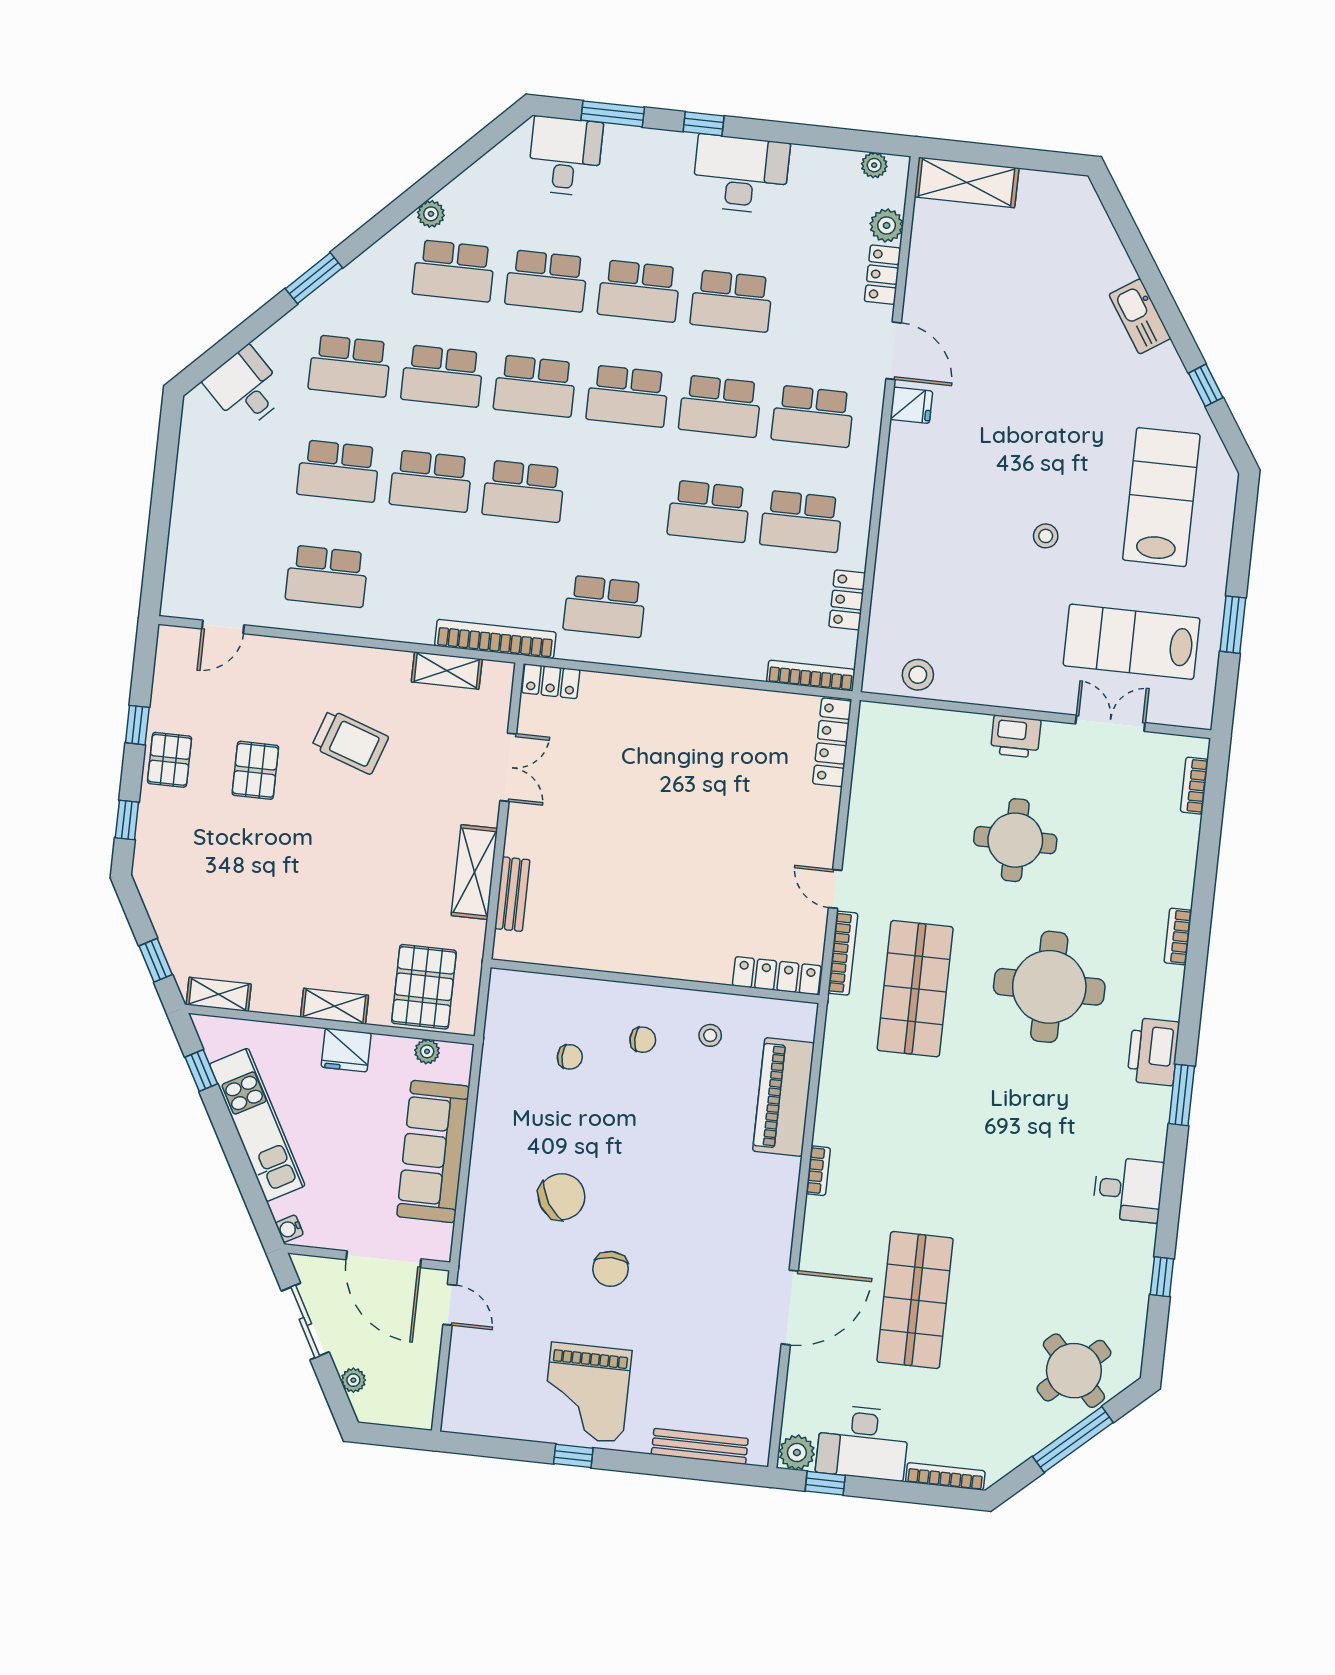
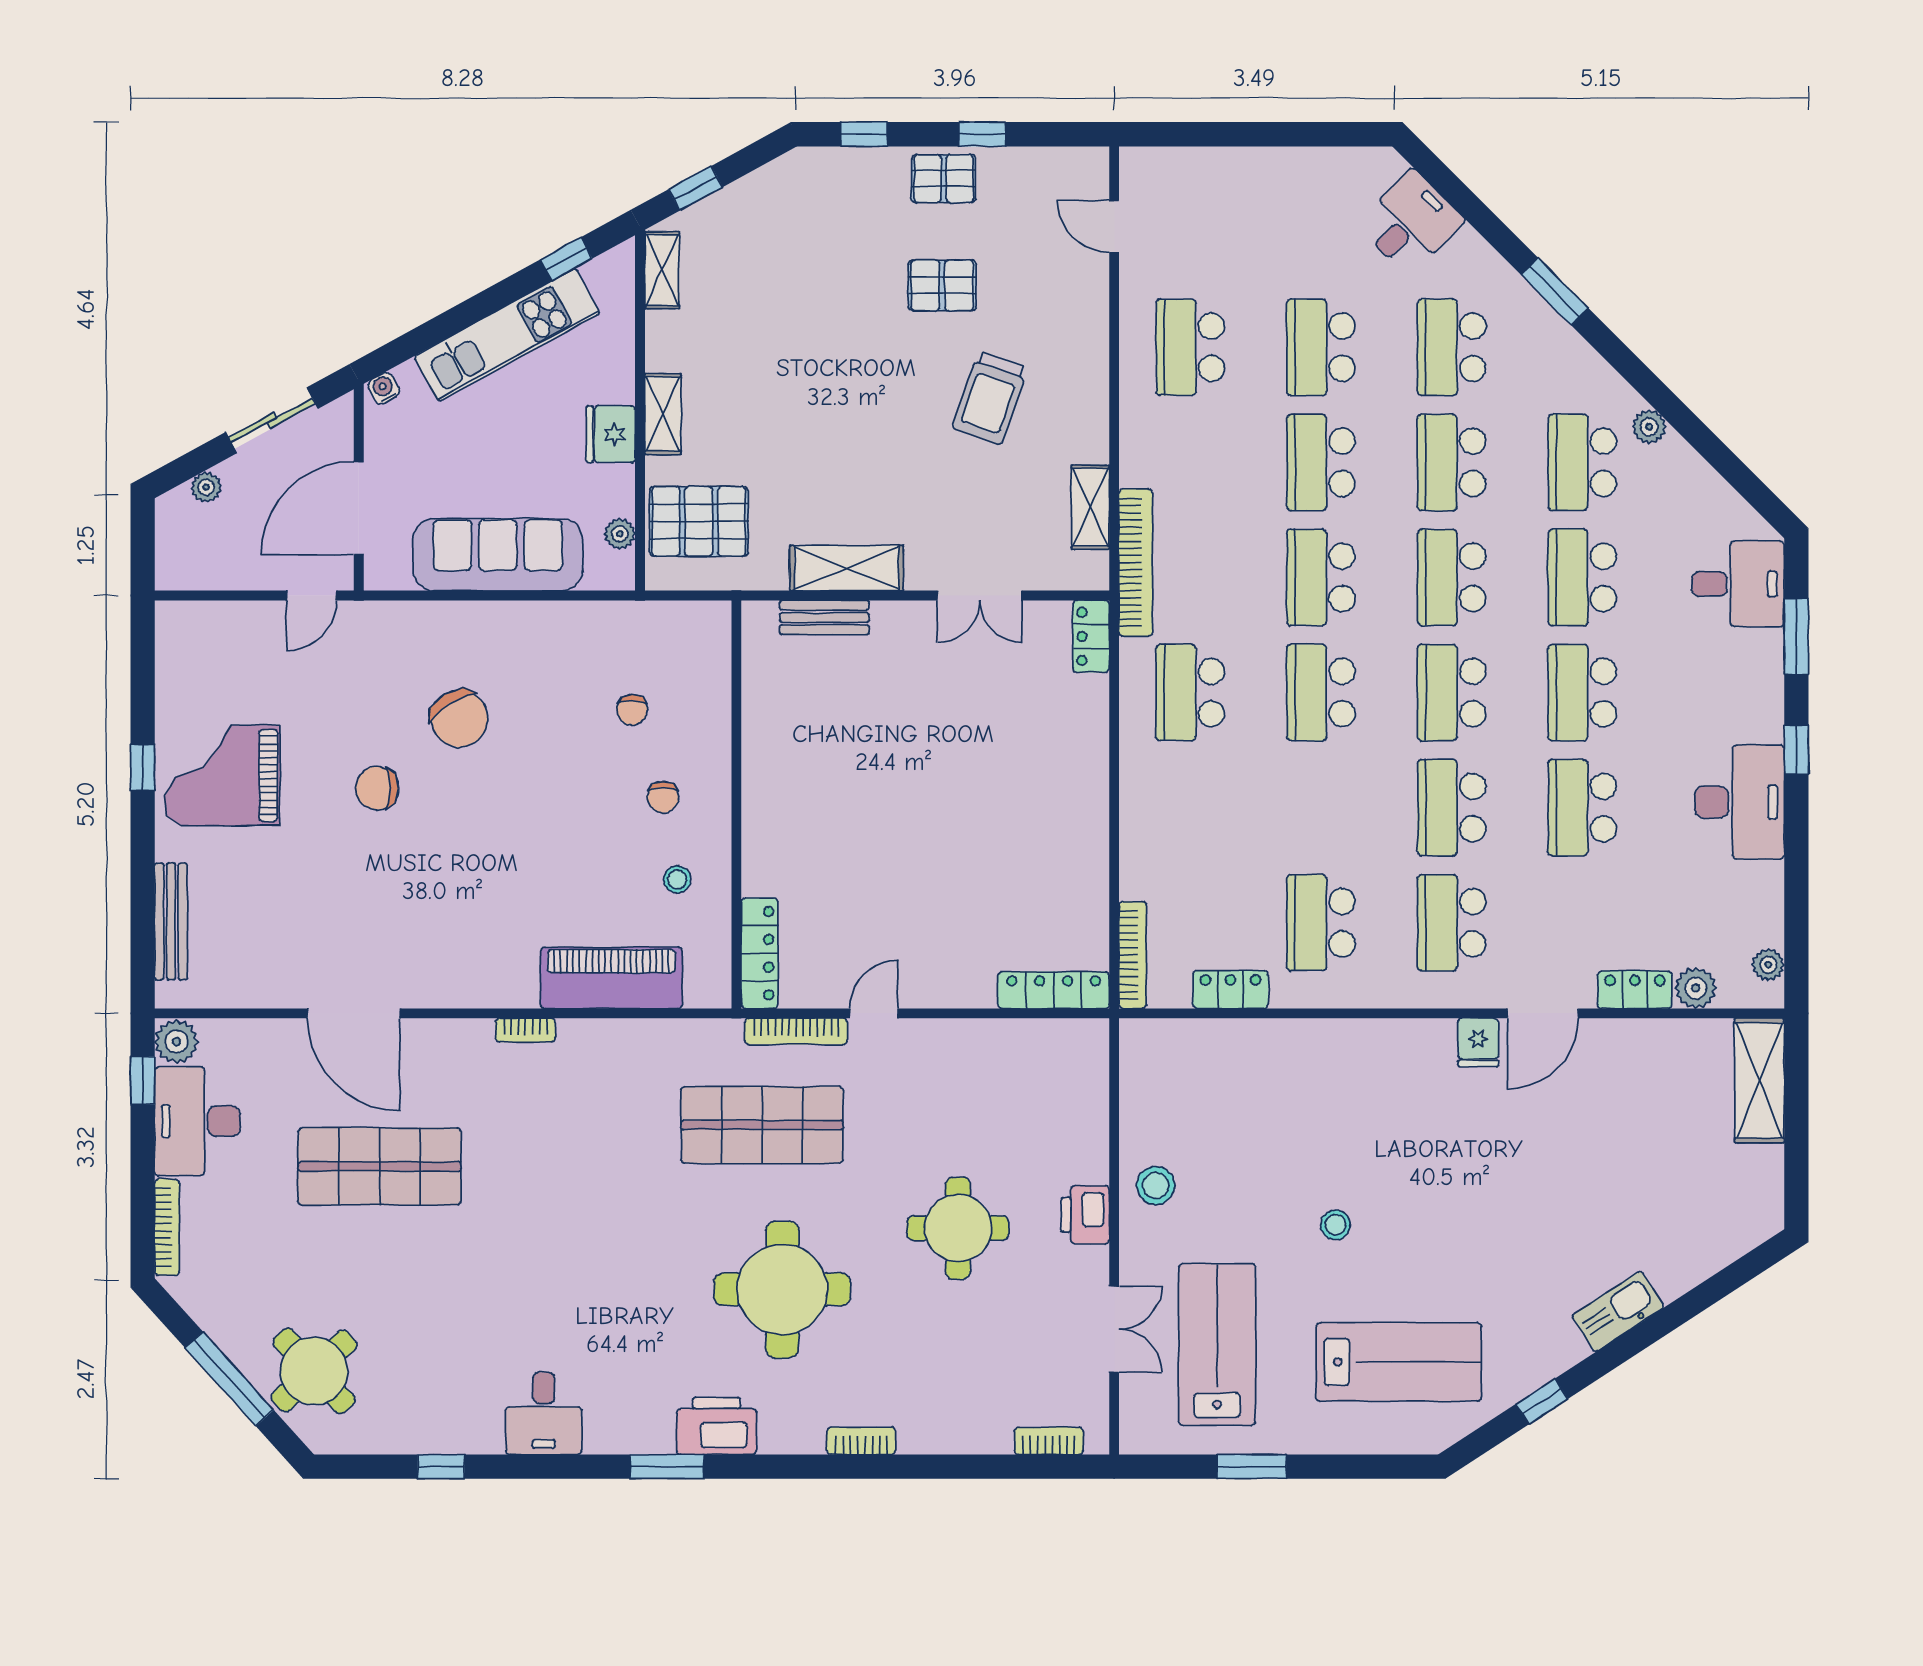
school desk: (709, 511) -> (1321, 693), moved
stool: (918, 675) -> (1156, 1185), moved

